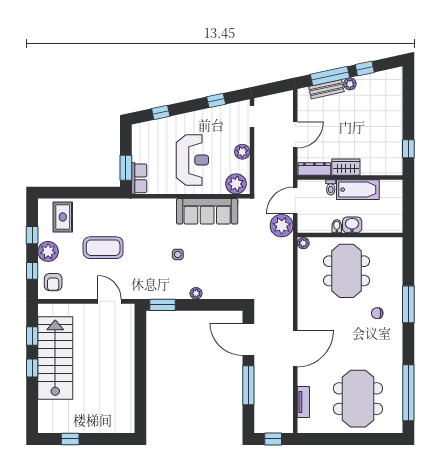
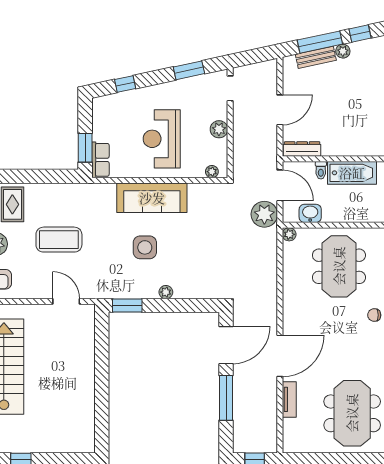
window: (216, 100) -> (189, 70), width x1.50
reception desk: (192, 160) -> (162, 139), turned 180
wardrobe: (346, 167) -> (338, 147), removed
plant: (236, 184) -> (212, 172), width x0.53, depth x0.53
door: (295, 200) -> (280, 185), swing flipped
sofa: (207, 211) -> (152, 198), moved
washbasin: (352, 225) -> (310, 213), moved
bidet: (337, 226) -> (328, 215), removed
side table: (178, 254) -> (145, 247), width x1.87, depth x1.87
door: (248, 339) -> (226, 345), swing flipped
tv unit: (303, 402) -> (289, 399), moved

